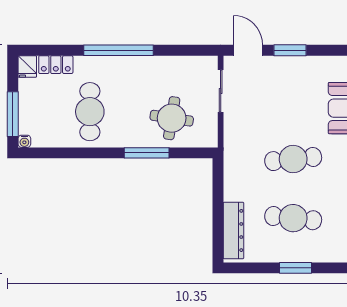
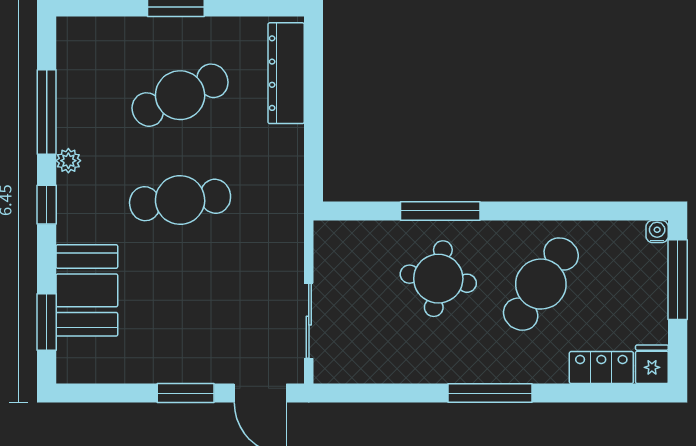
window: (119, 50) -> (490, 393), width x0.68
cafe table: (90, 112) -> (541, 284), turned 34
round table: (172, 118) -> (438, 279), moved
cafe table: (293, 218) -> (180, 95), turned -30

